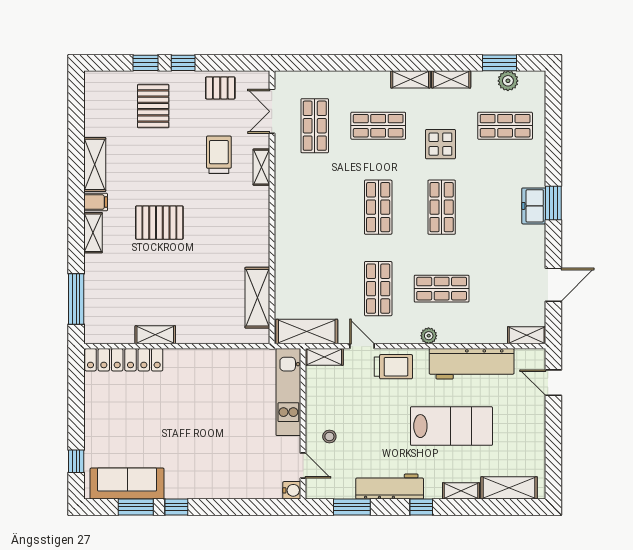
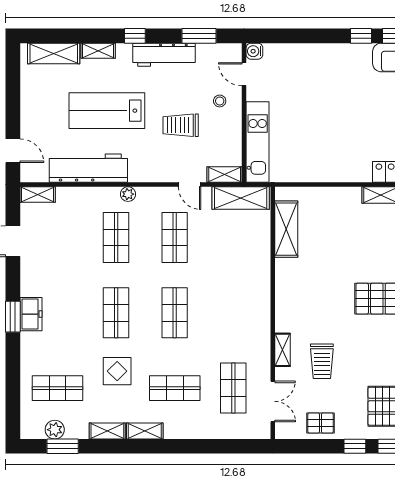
shop shelf: (442, 289) -> (116, 238), turned 90
trolley: (393, 367) -> (181, 125), moved

